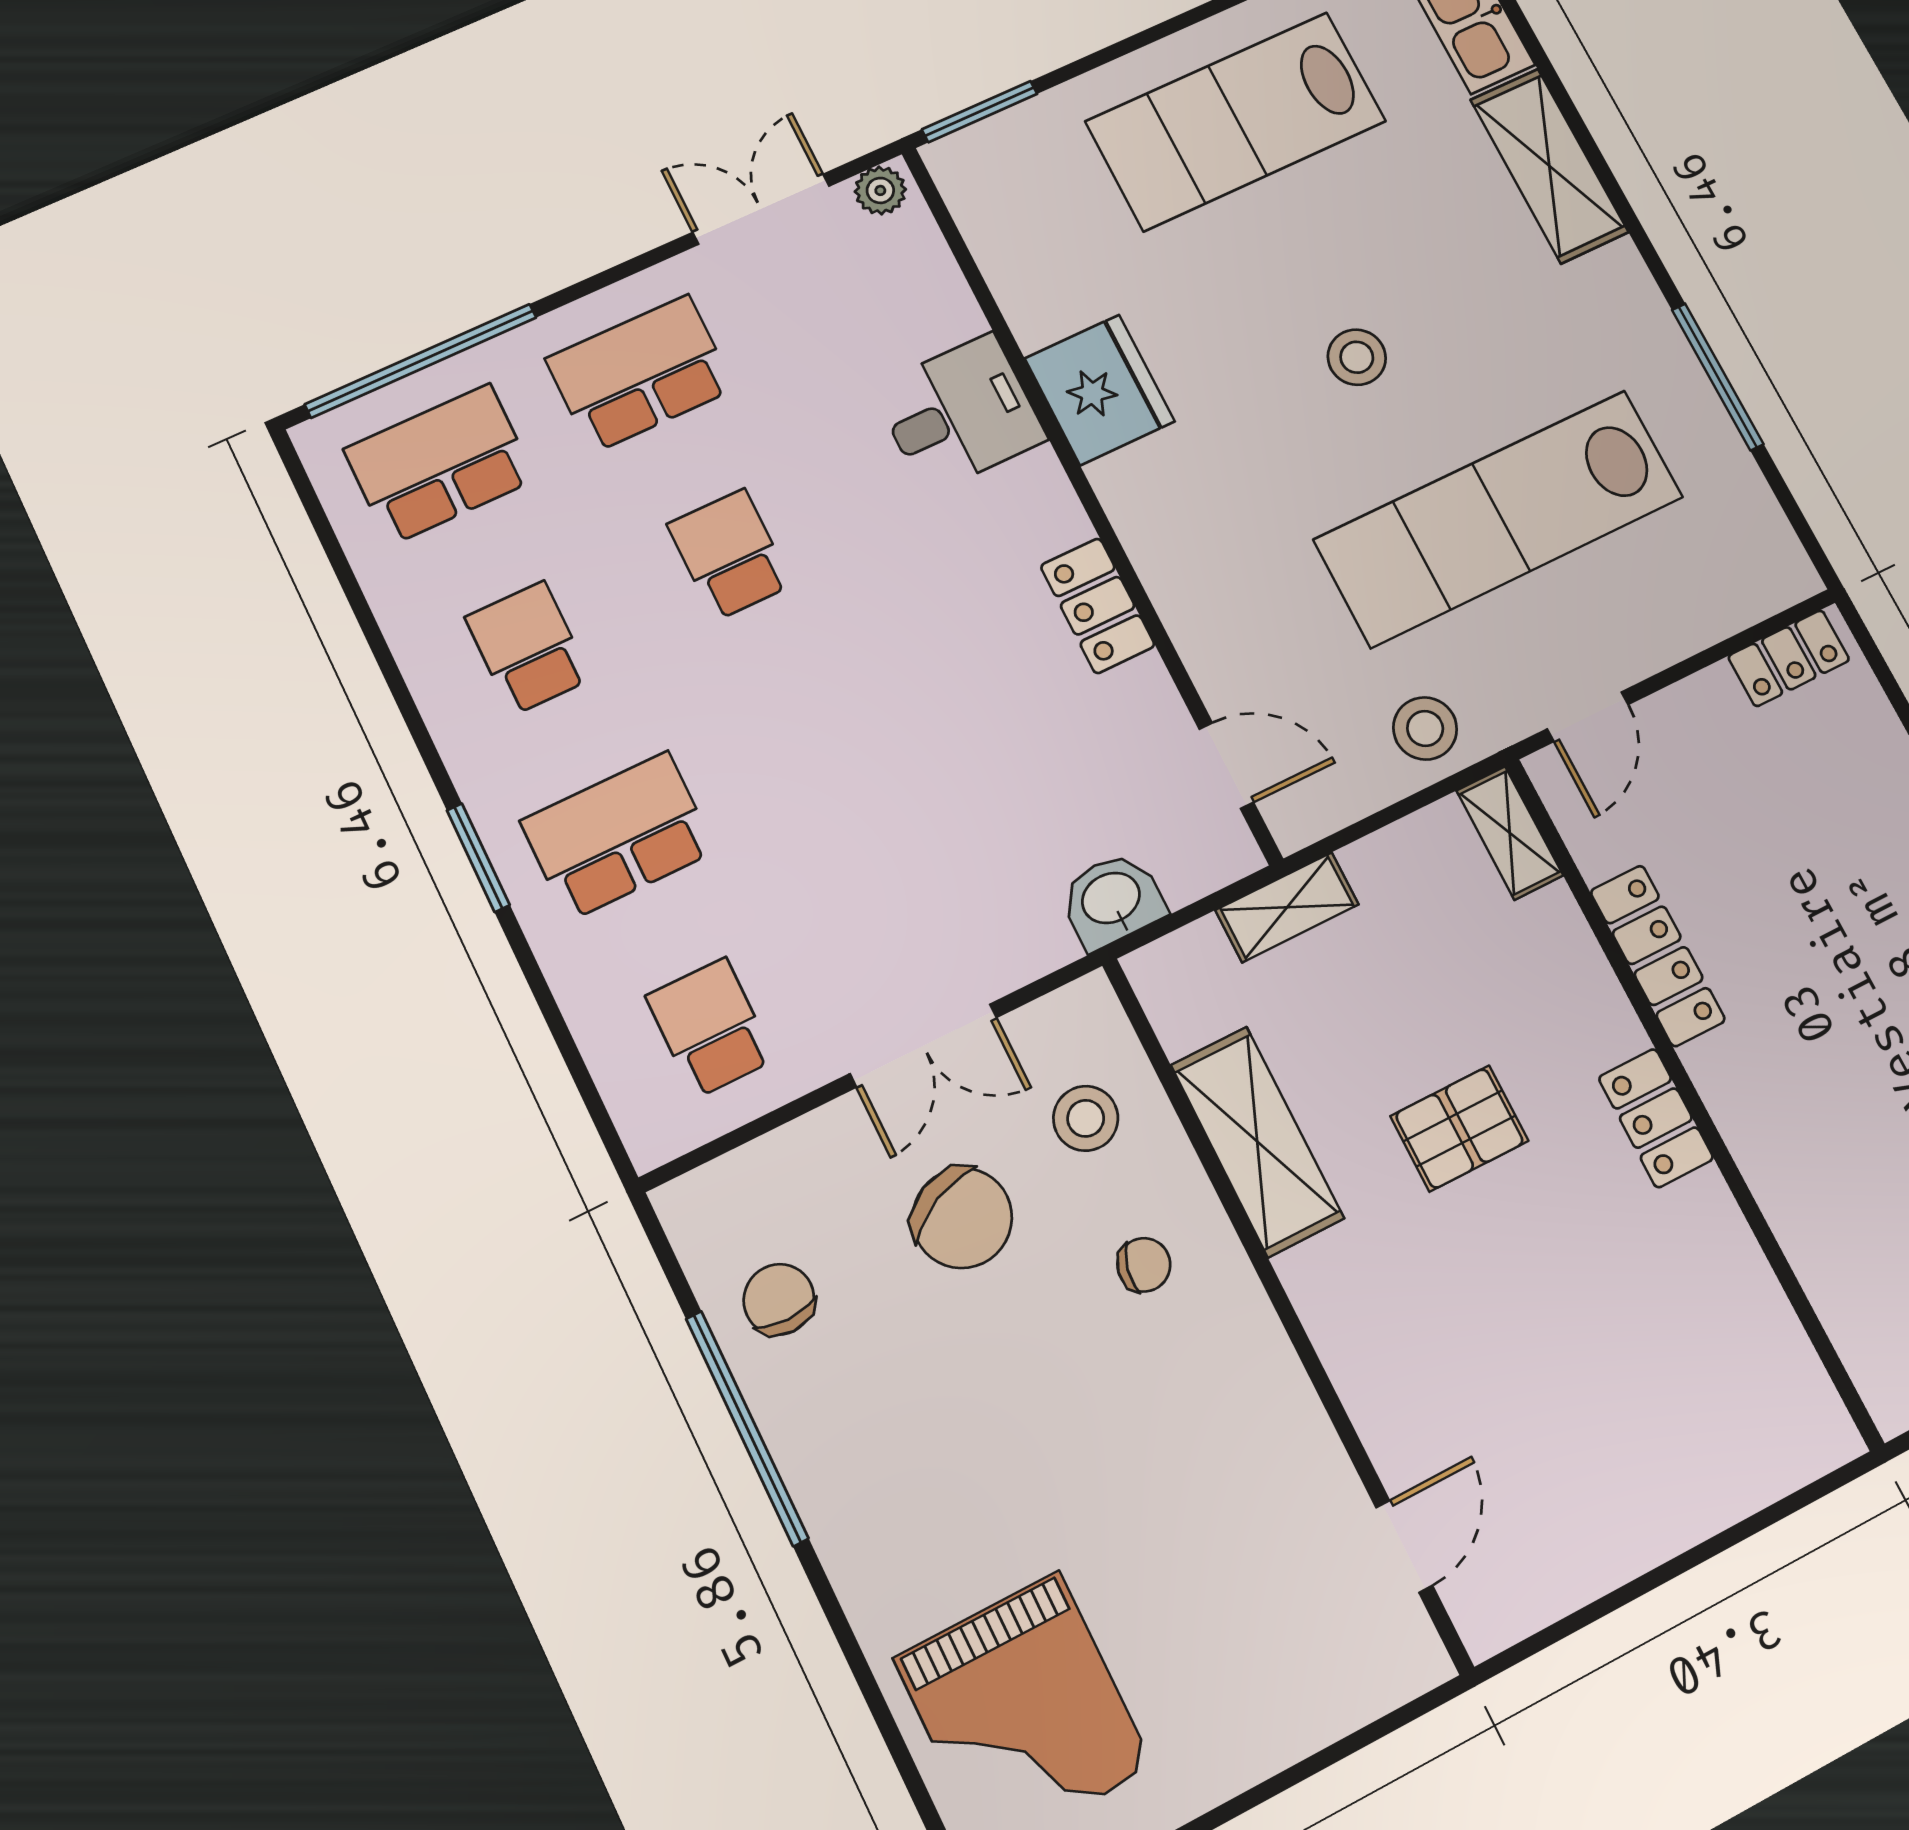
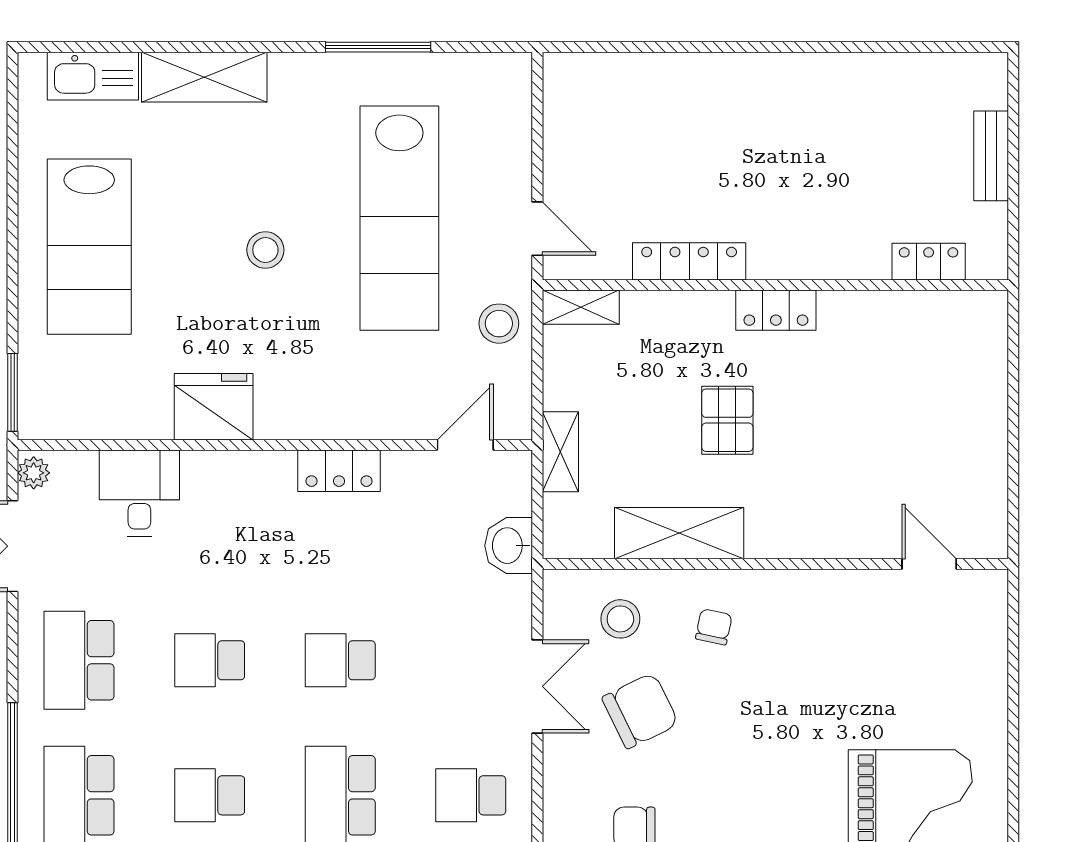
desk: (959, 414) -> (139, 493), moved
locker: (1789, 658) -> (929, 262), moved, turned -90
school desk: (821, 739) -> (340, 660), added

